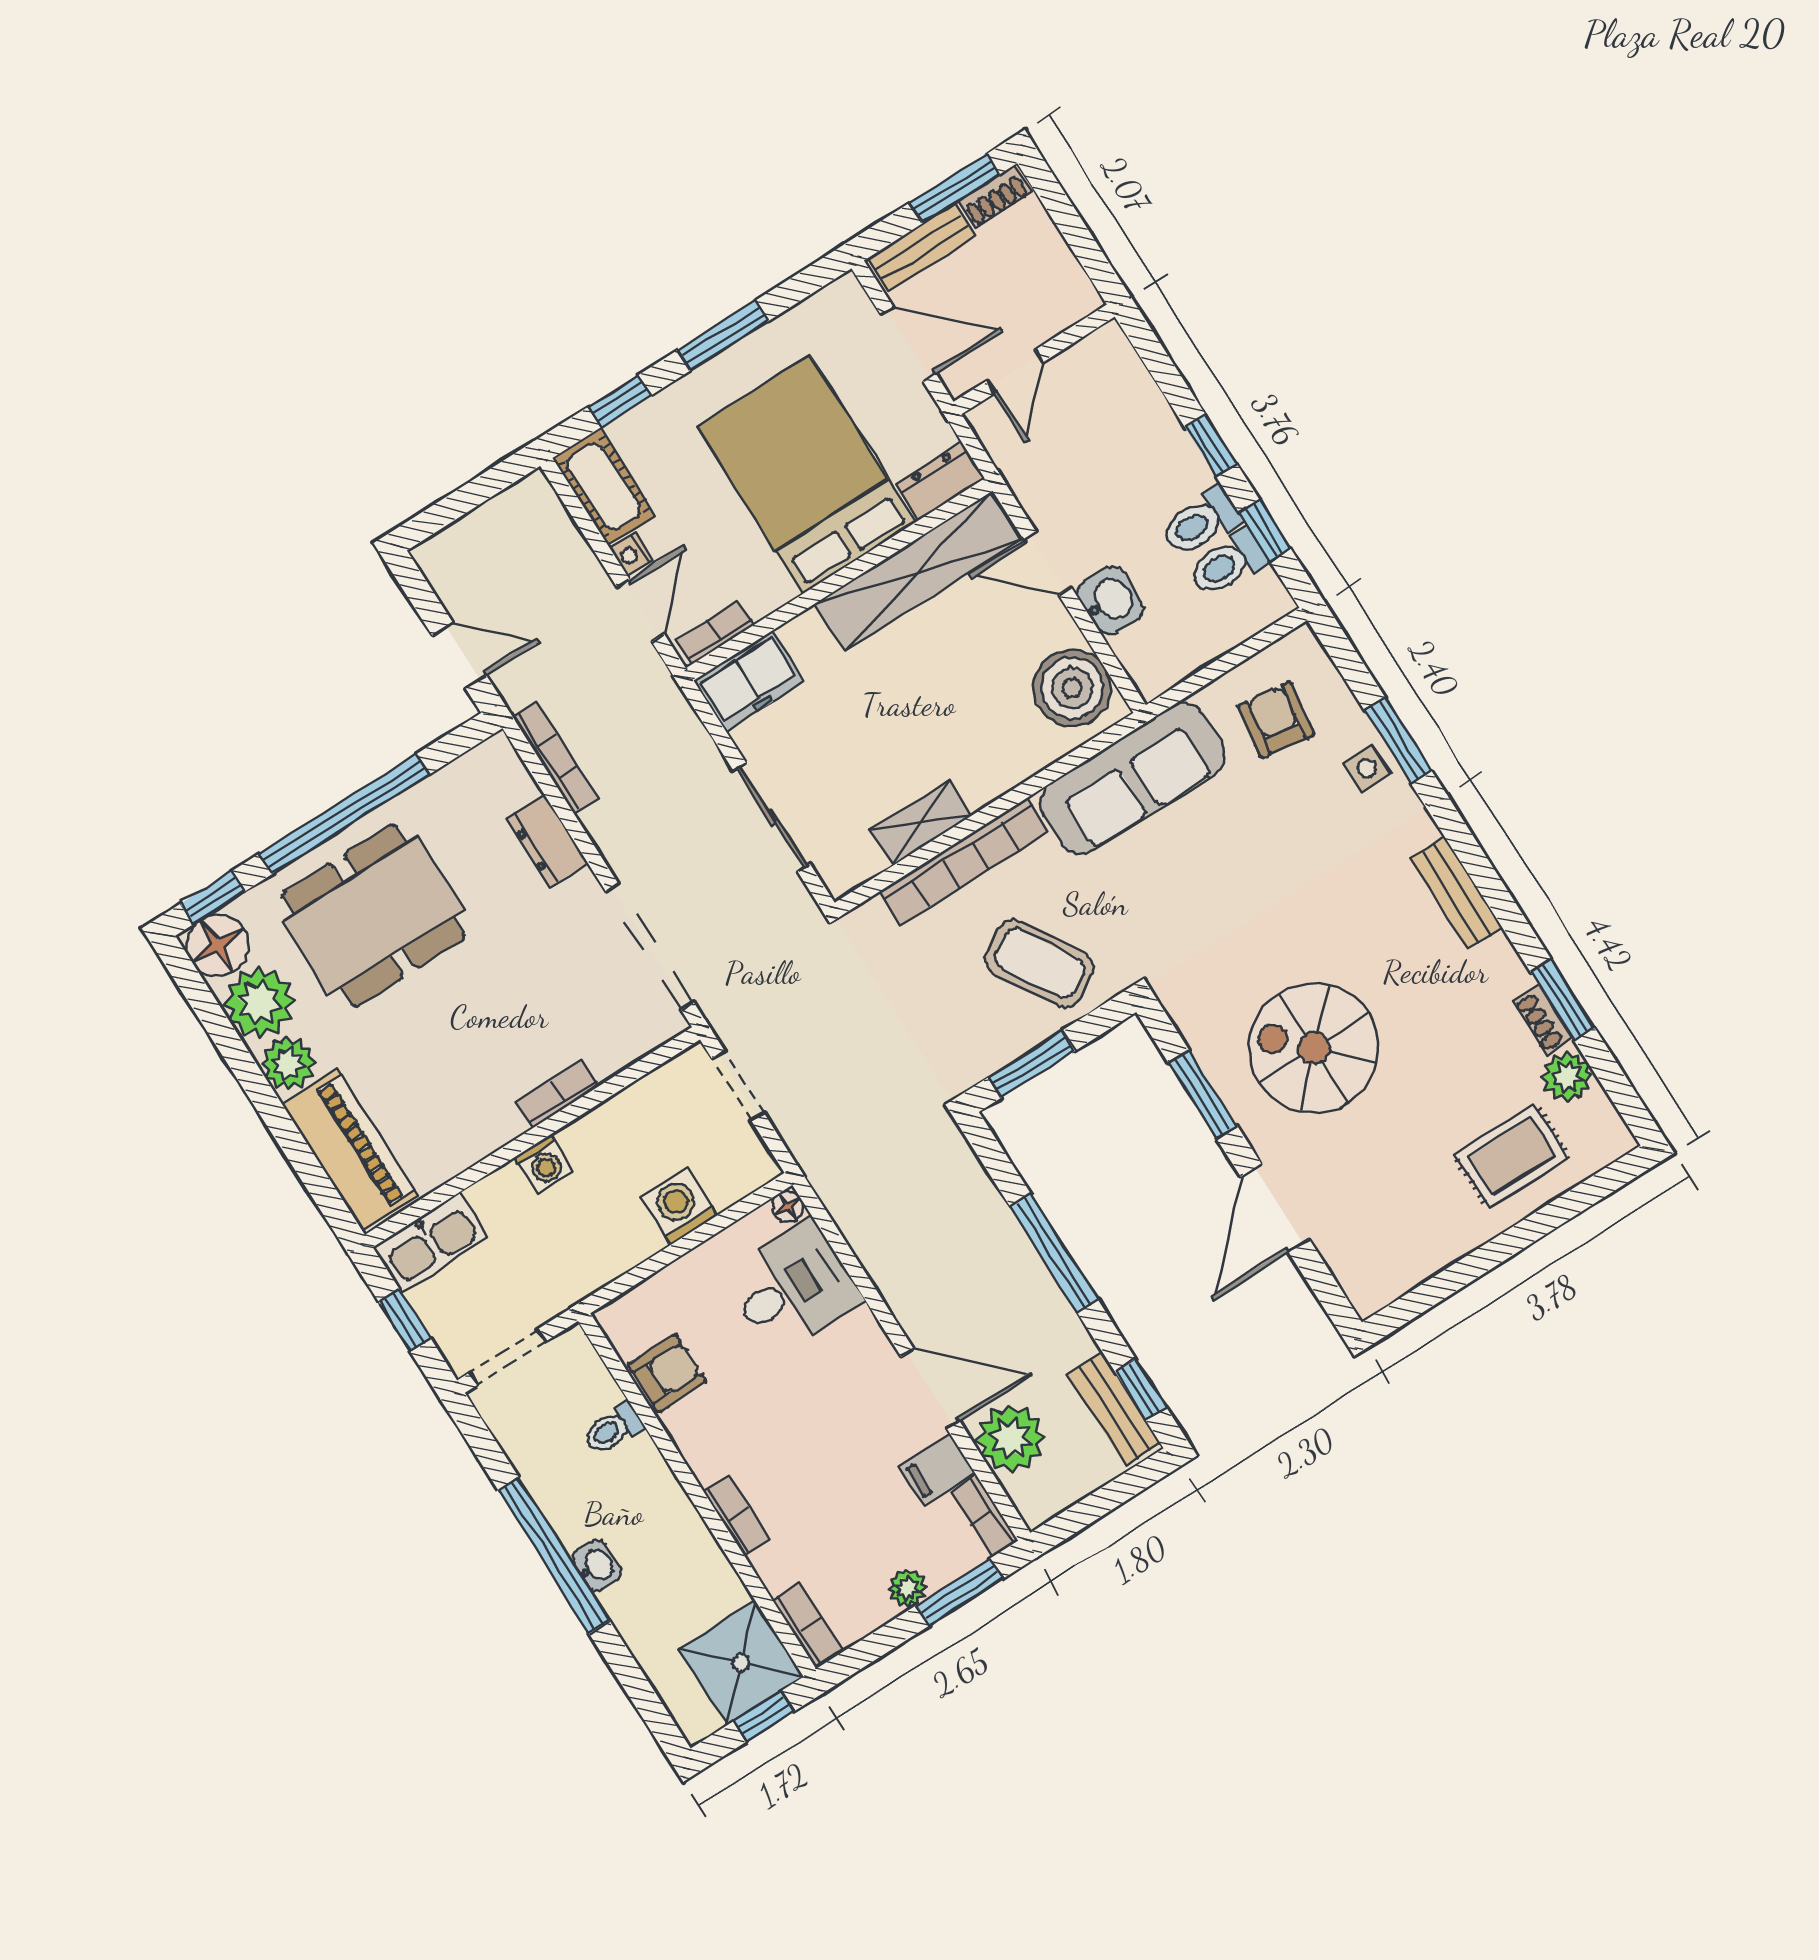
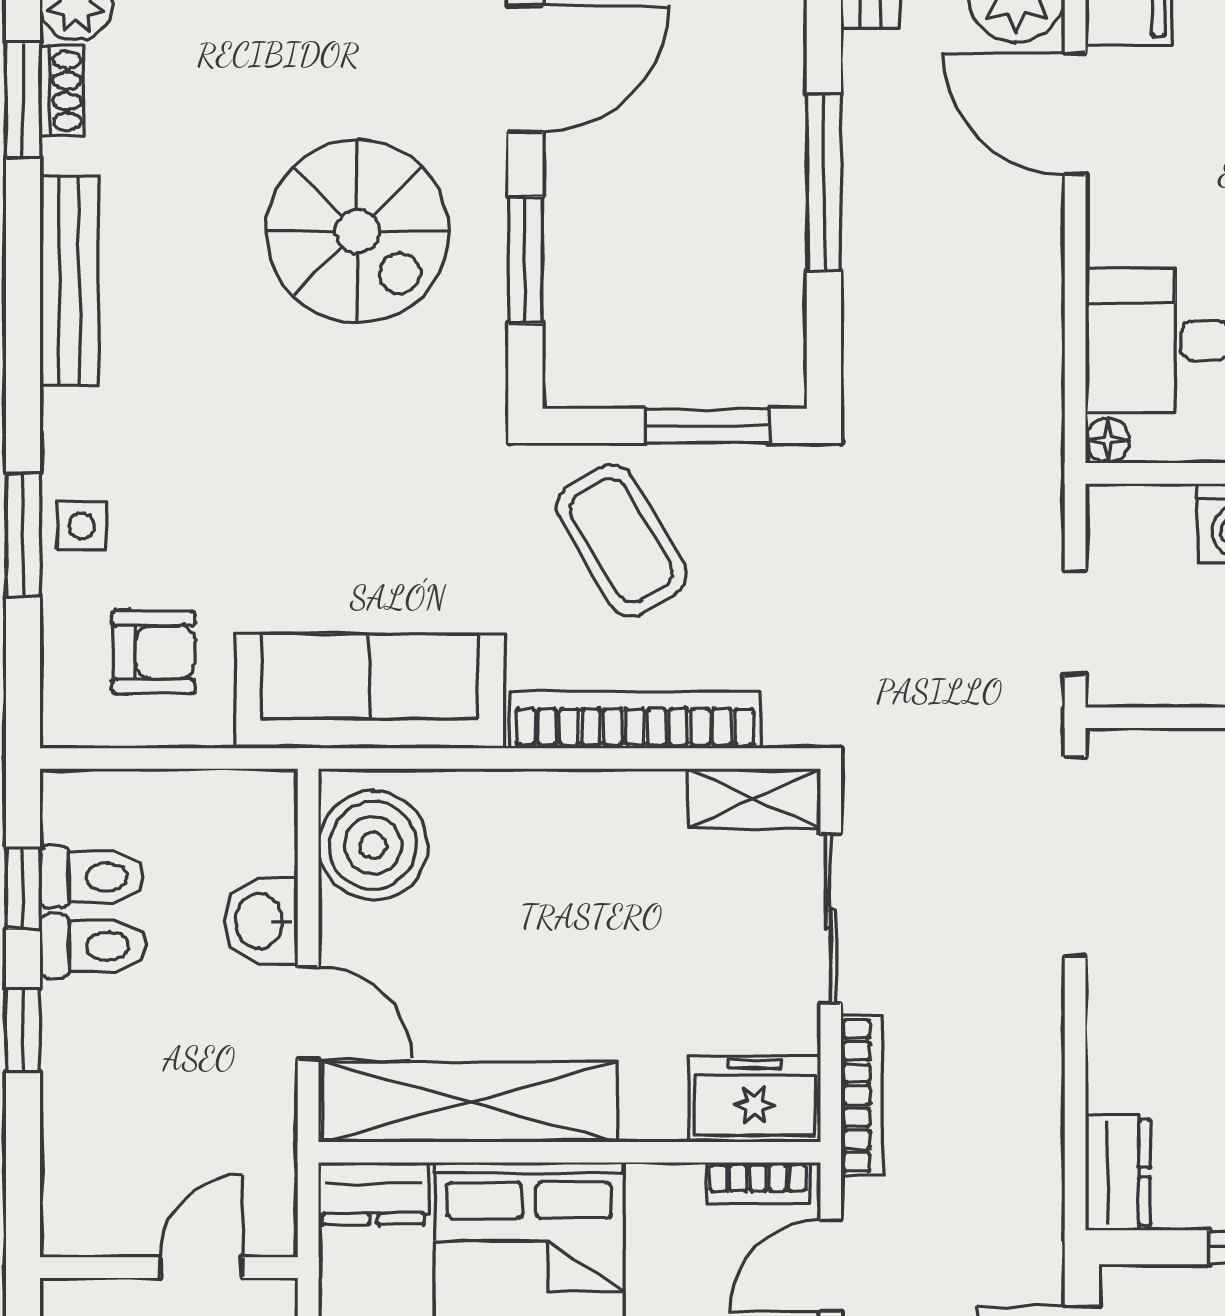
armchair: (1276, 720) -> (153, 652), turned -98
bookcase: (555, 758) -> (862, 1095), moved, turned 180
shelving: (921, 823) -> (754, 799), moved
dresser: (547, 841) -> (1118, 1172), moved
bench: (1456, 893) -> (69, 280), width x1.36

